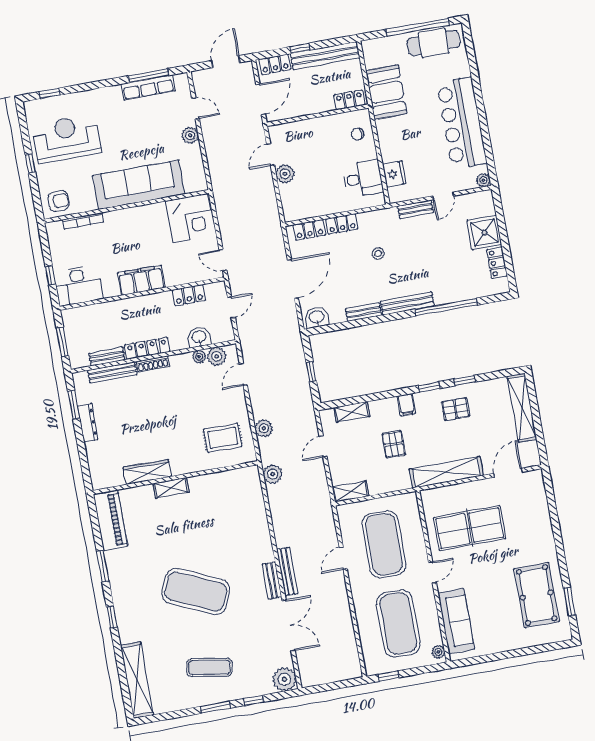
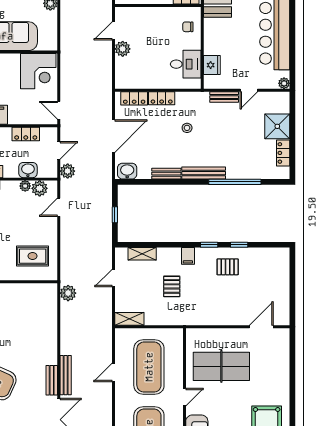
shelving: (522, 408) -> (282, 275), removed
plant: (264, 428) -> (68, 171), moved
shelving: (446, 472) -> (211, 317), removed

